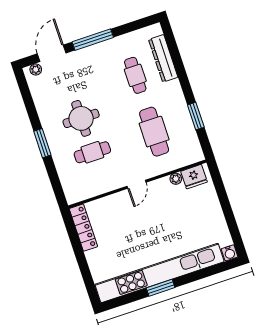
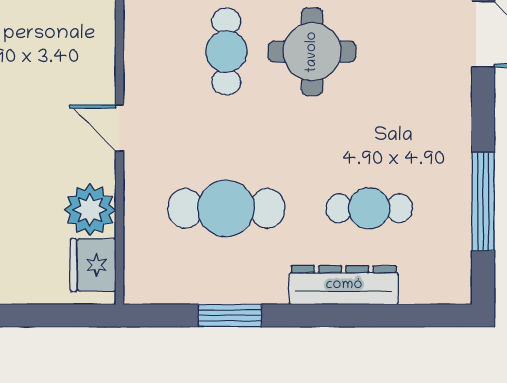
window: (93, 40) -> (483, 202), moved
dresser: (163, 58) -> (344, 285), moved
plant: (176, 179) -> (90, 210), width x1.87, depth x1.87

